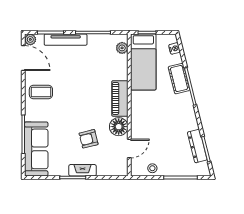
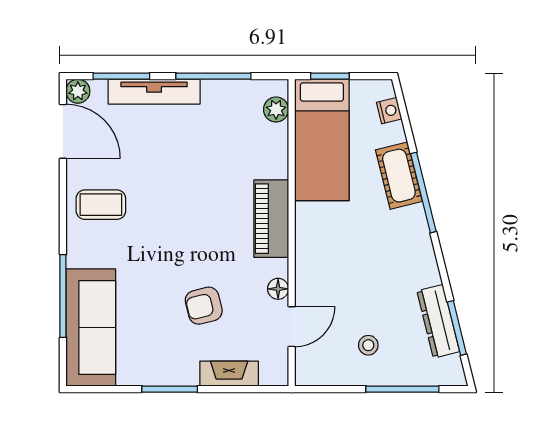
floor lamp: (119, 127) -> (278, 289), width x0.53, depth x0.53
stool: (152, 168) -> (368, 345), moved
fireplace: (82, 170) -> (229, 374), moved

